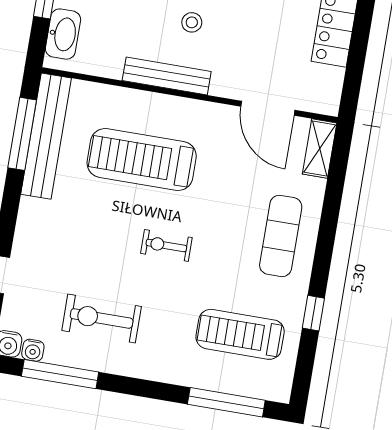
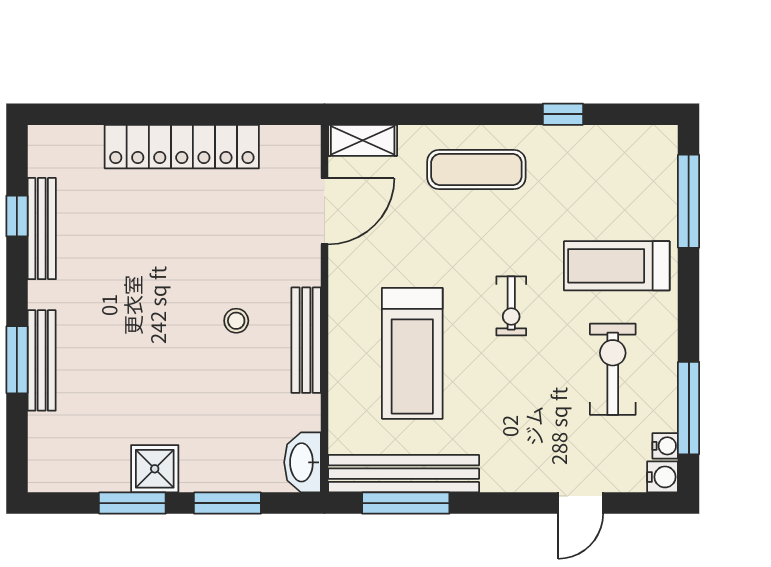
washbasin: (63, 34) -> (303, 462), moved, turned -90
exercise bike: (102, 318) -> (613, 369), turned 180
treadmill: (240, 334) -> (617, 266), moved, turned 90

